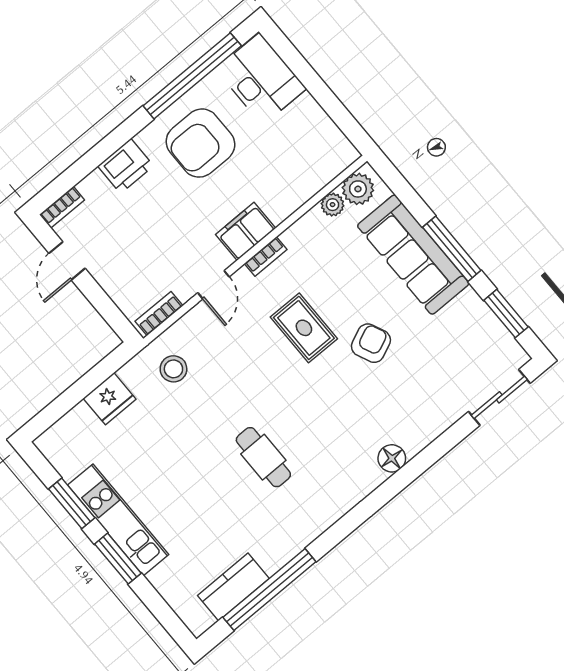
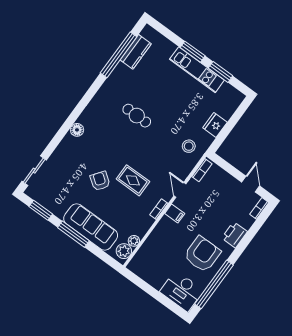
filing cabinet: (246, 231) -> (175, 213), width x0.50
armchair: (371, 343) -> (100, 181), turned 150

